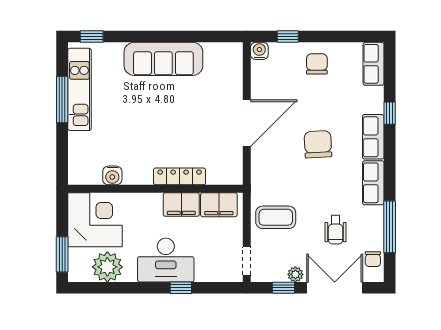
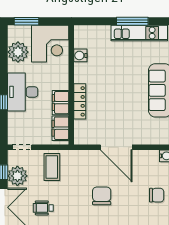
chair: (318, 144) -> (102, 196), turned -87
plant: (295, 274) -> (17, 176), width x1.88, depth x1.88

